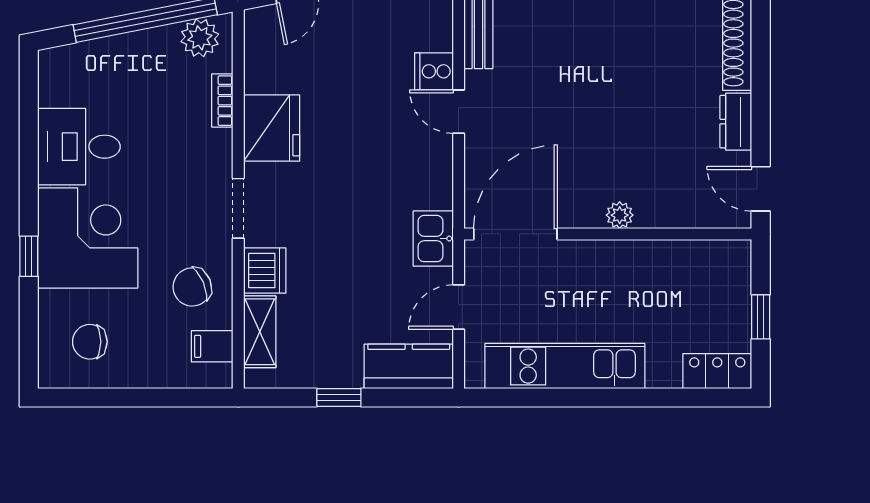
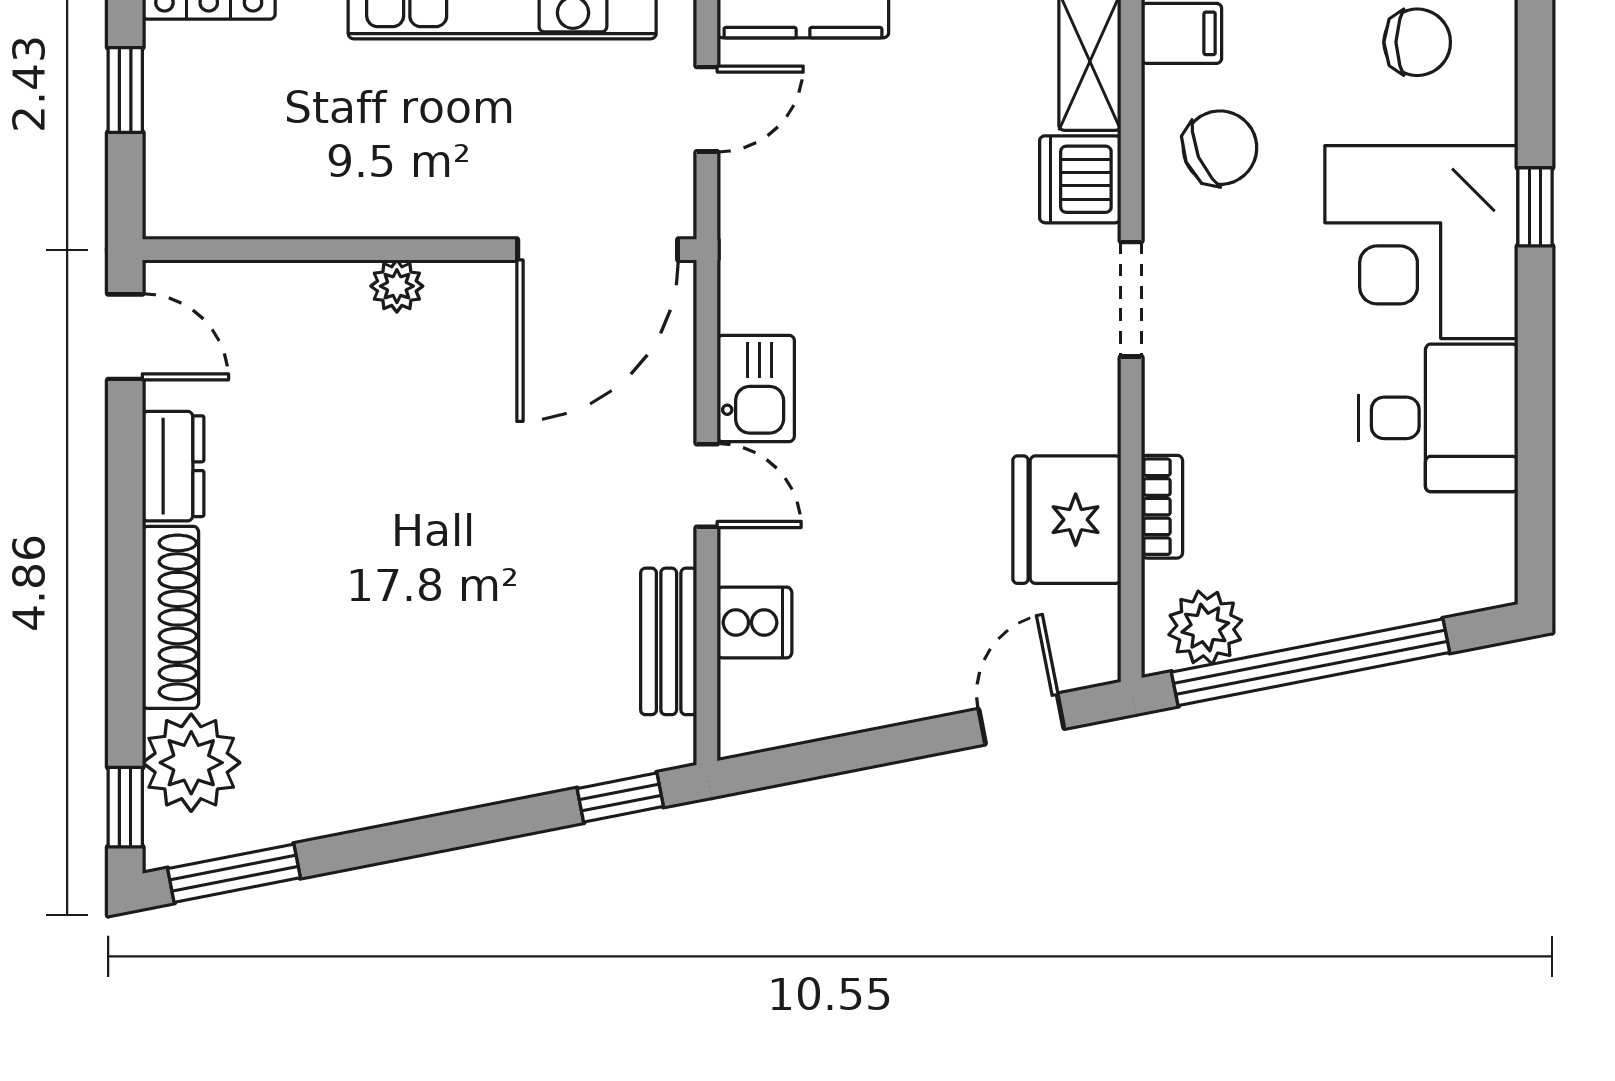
cooker: (434, 71) -> (754, 623), moved
fridge: (272, 128) -> (1067, 520), moved
kitchen sink: (433, 239) -> (756, 388), moved

